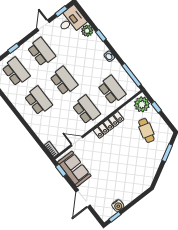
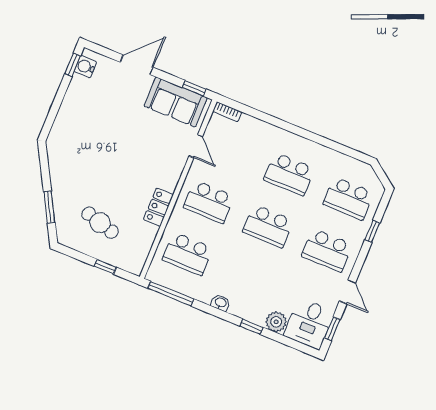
plant: (142, 104) -> (129, 258), removed
locker: (109, 125) -> (158, 207), width x0.66
door: (77, 141) -> (196, 146), hinge flipped
door: (83, 199) -> (137, 65), hinge flipped
water cooler: (118, 206) -> (85, 67), moved

